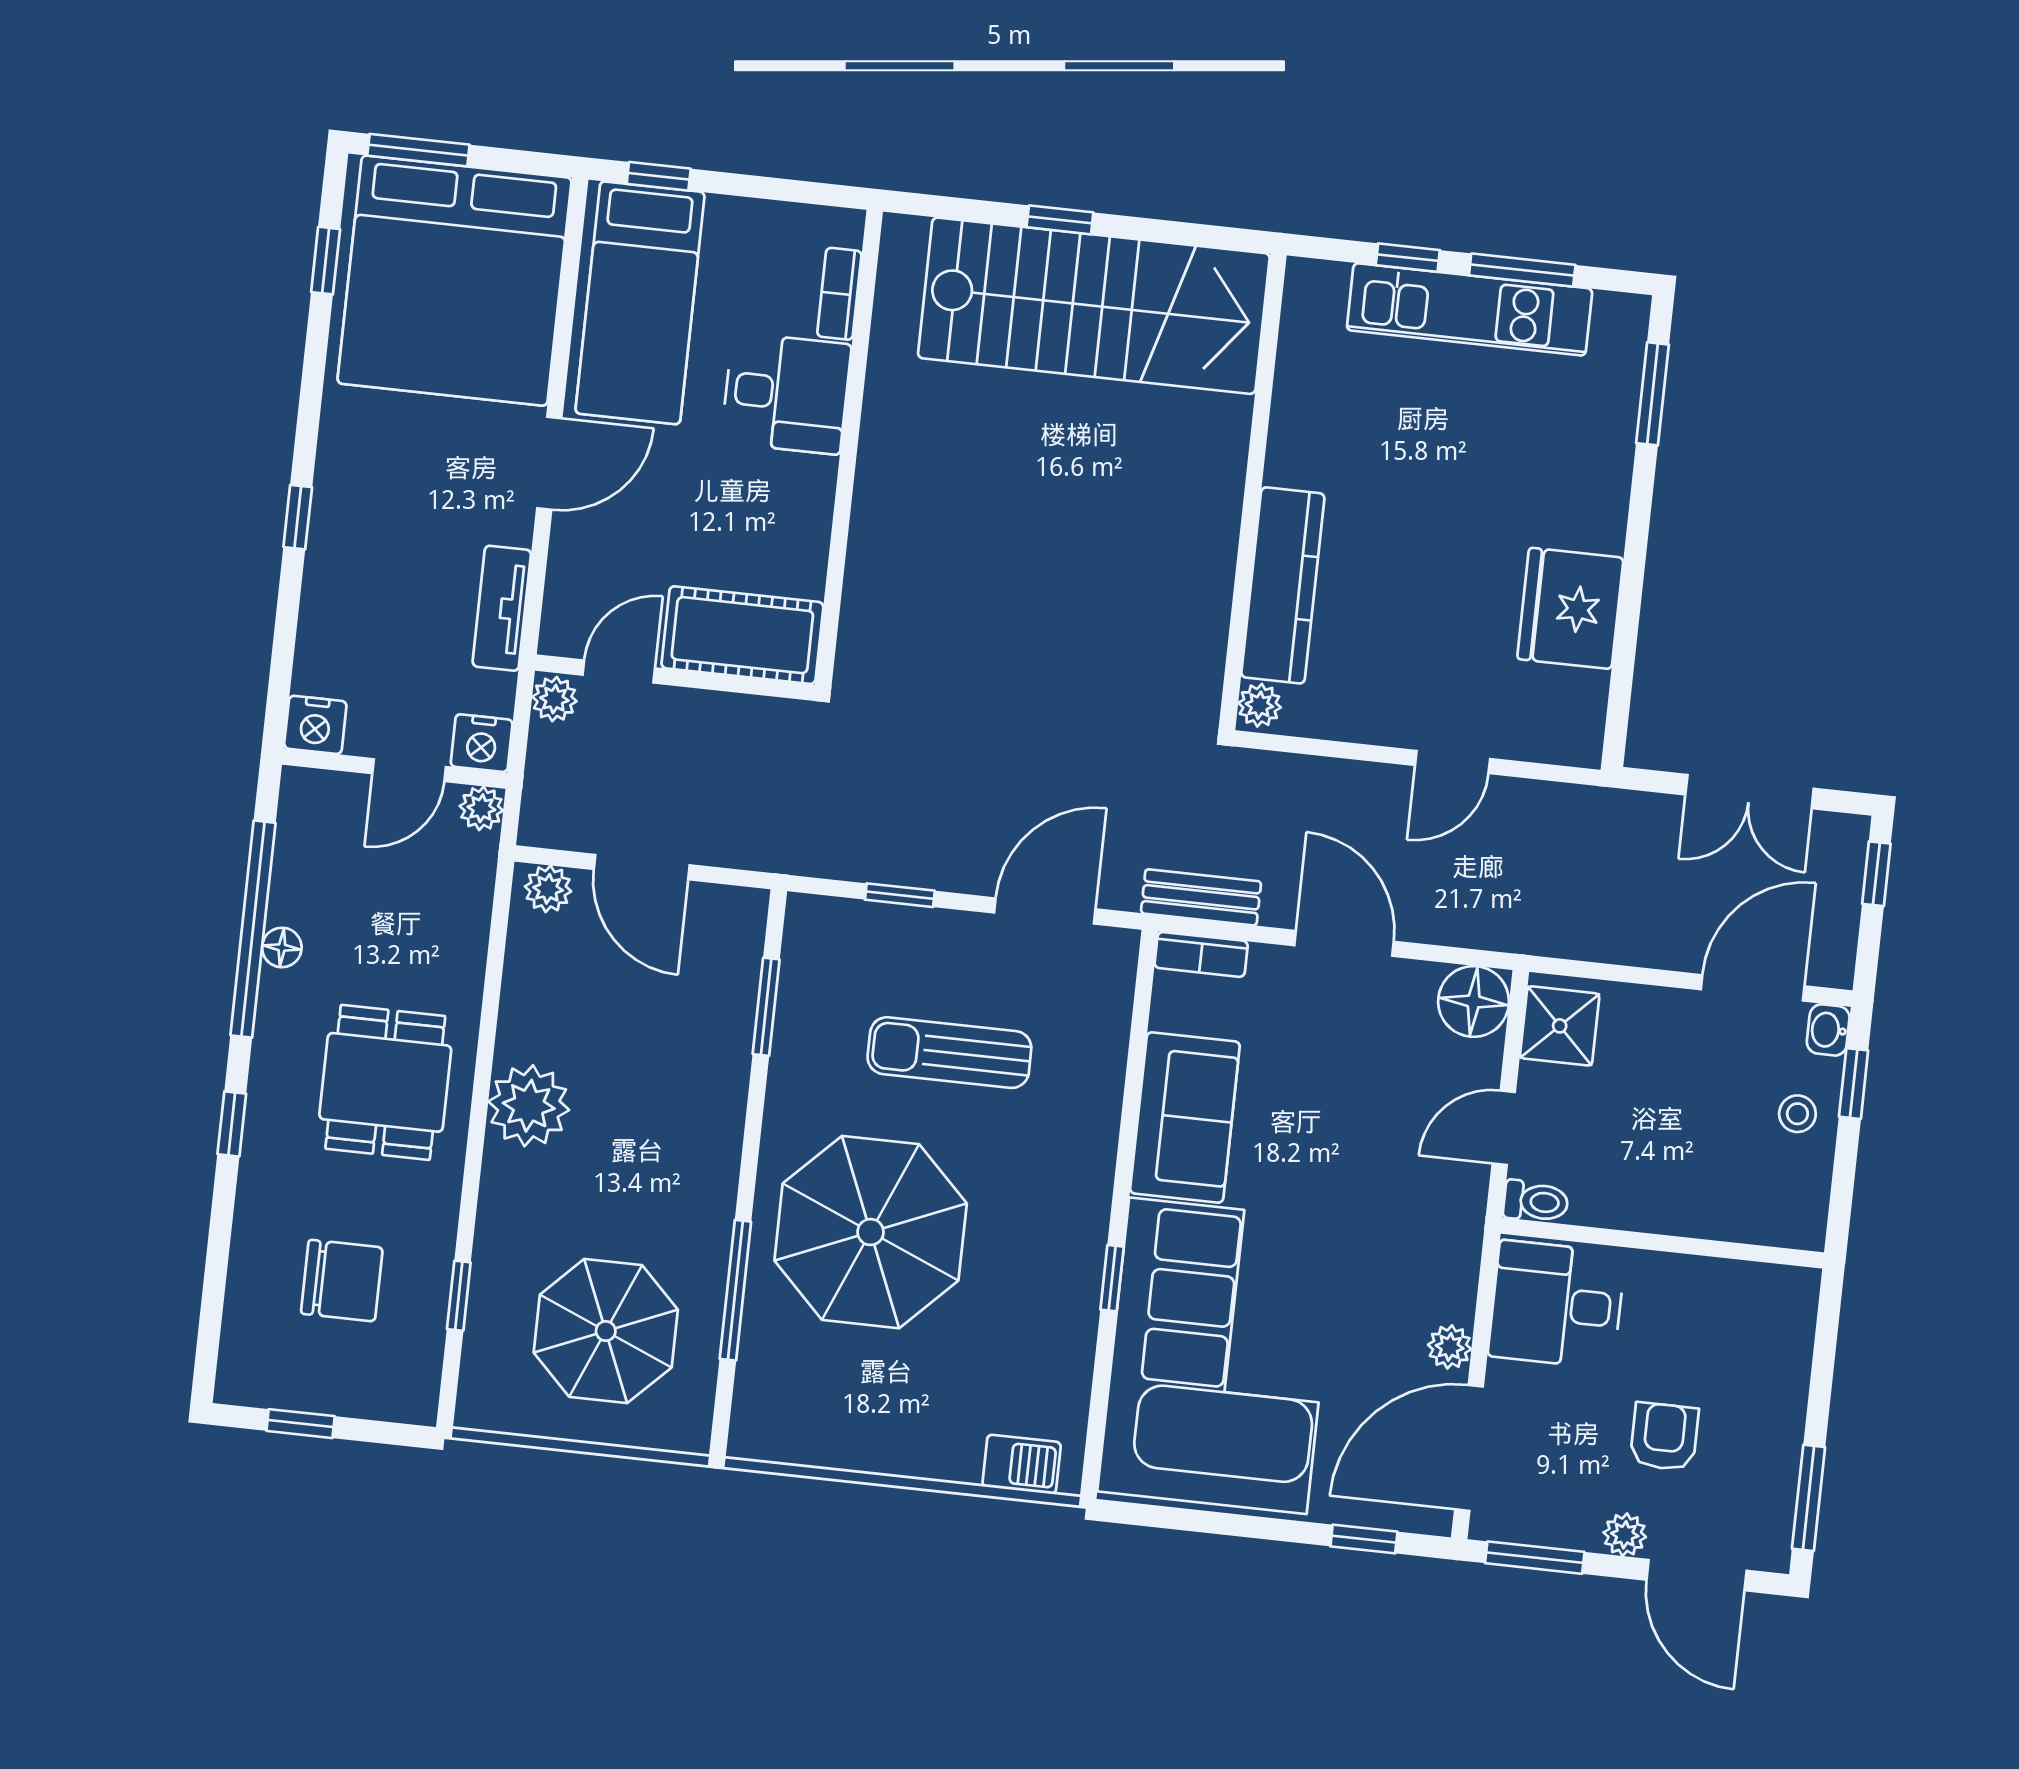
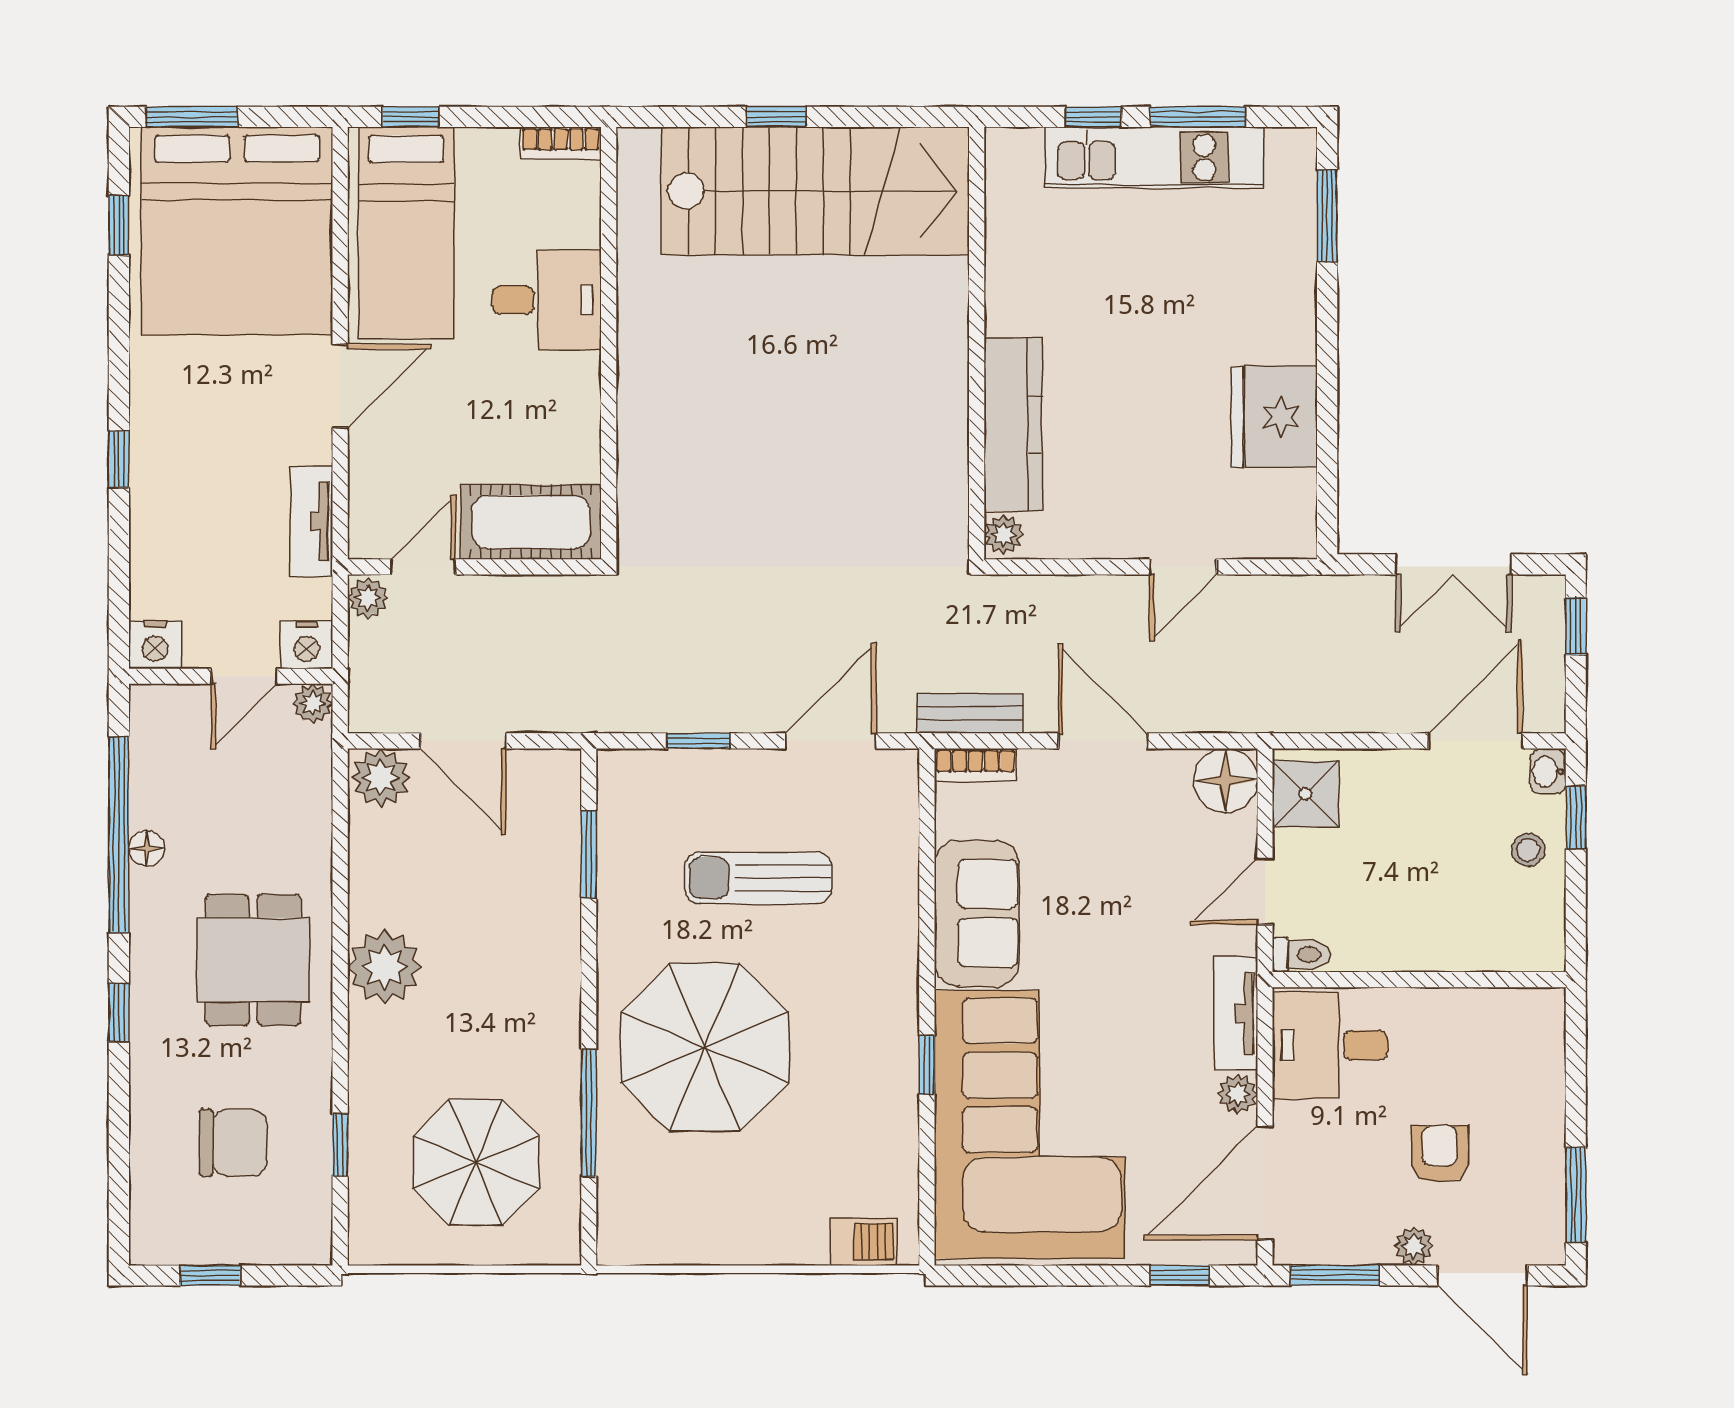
bookcase: (839, 294) -> (561, 143), moved, turned -90
plant: (548, 889) -> (381, 778), width x1.38, depth x1.38
tv unit: (1457, 1258) -> (1236, 1013), added

